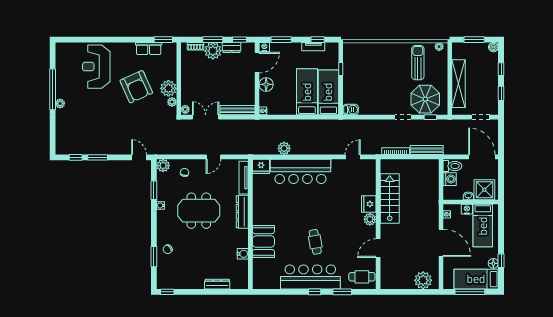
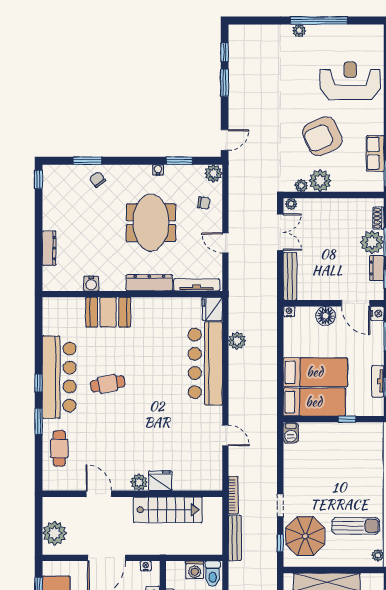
stairs: (390, 198) -> (168, 510), moved
fridge: (369, 204) -> (160, 481), moved
plant: (370, 219) -> (139, 482), moved
wall: (378, 224) -> (132, 494), moved
door: (378, 248) -> (99, 494), moved

